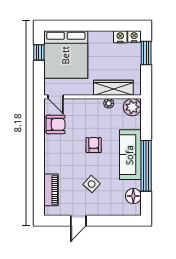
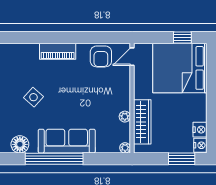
plant: (132, 107) -> (125, 148), width x0.53, depth x0.53
armchair: (94, 145) -> (78, 100), removed
piano: (51, 190) -> (58, 51), moved

